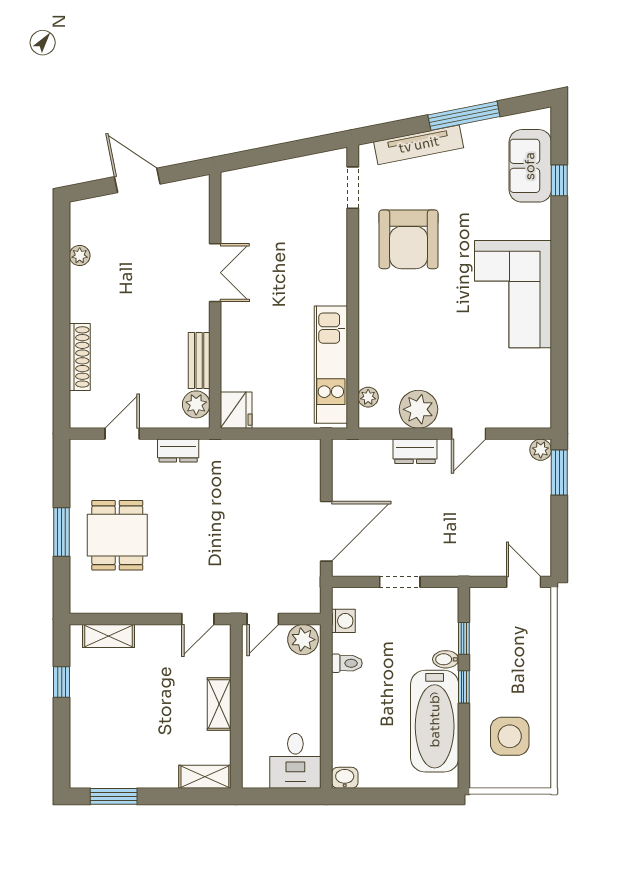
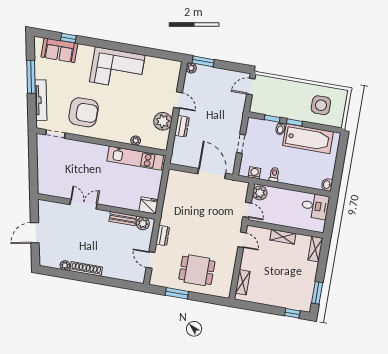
shoe rack: (80, 357) -> (86, 269), moved
plant: (368, 397) -> (136, 141), moved
window: (62, 532) -> (177, 293), moved
window: (62, 682) -> (292, 313), moved

